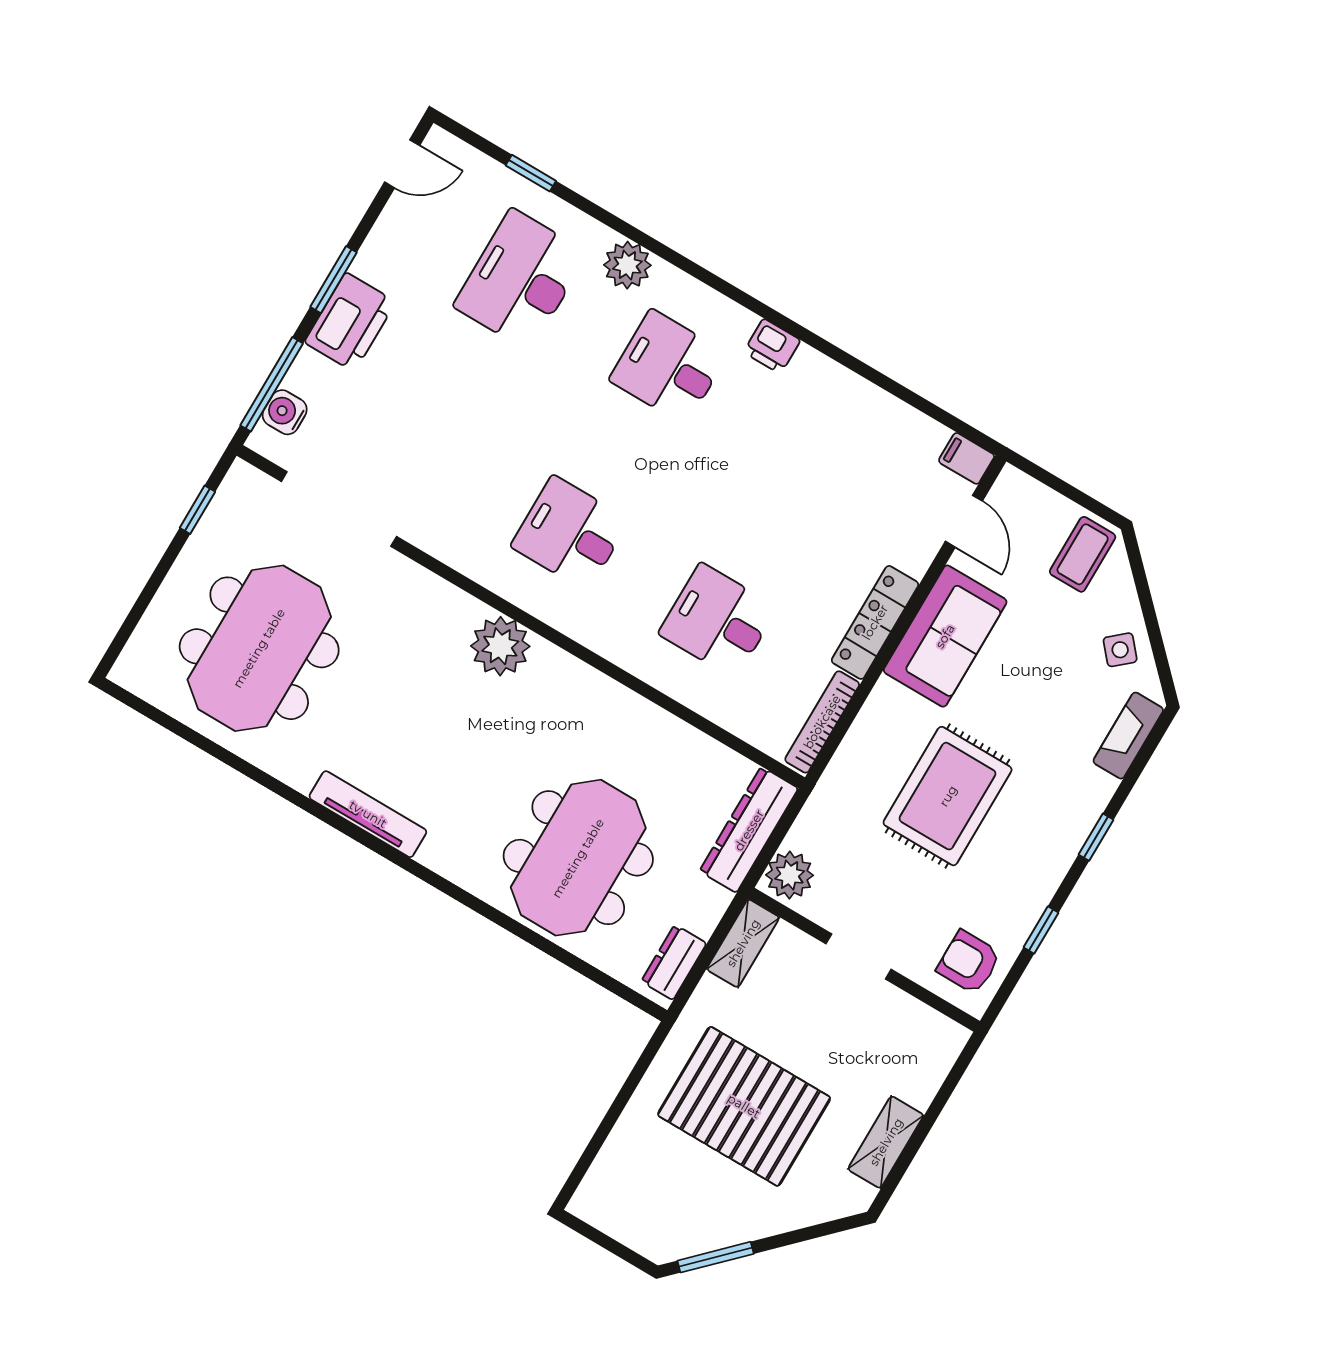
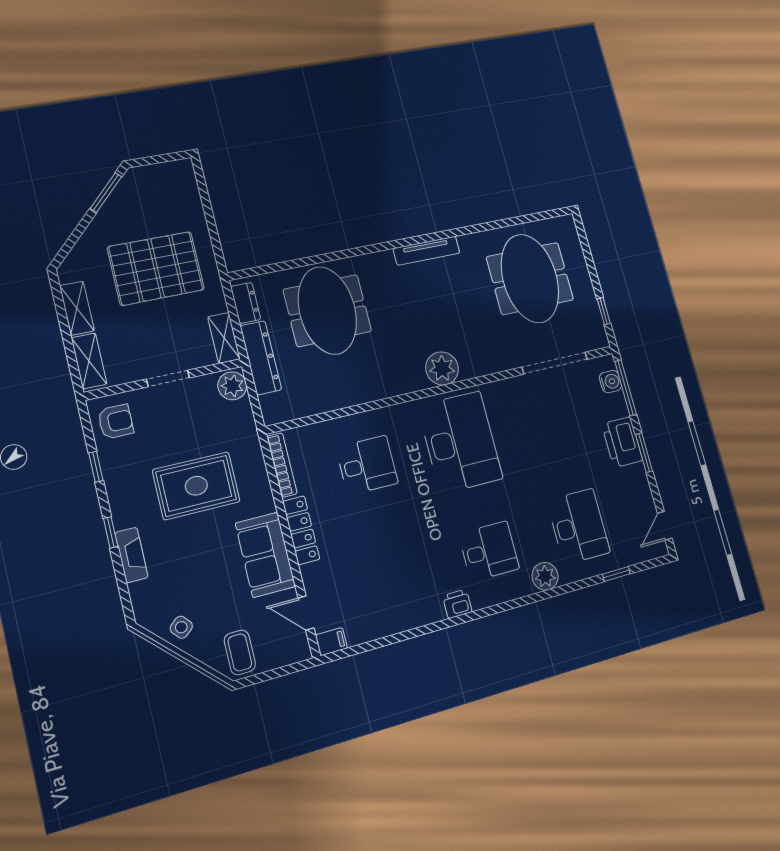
desk: (570, 533) -> (460, 442), width x1.87, depth x1.30
fireplace: (1128, 736) -> (131, 555), moved
rug: (948, 796) -> (196, 486), turned 90
dresser: (749, 830) -> (261, 358), moved
shelving: (931, 1064) -> (89, 361), added

